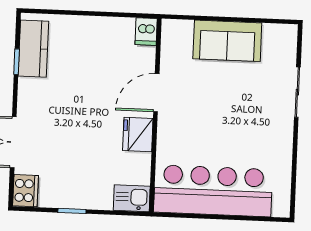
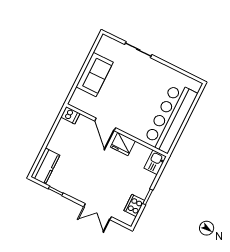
kitchen counter: (33, 49) -> (45, 166), moved, turned 90
cooker: (26, 191) -> (134, 205), moved, turned -90

